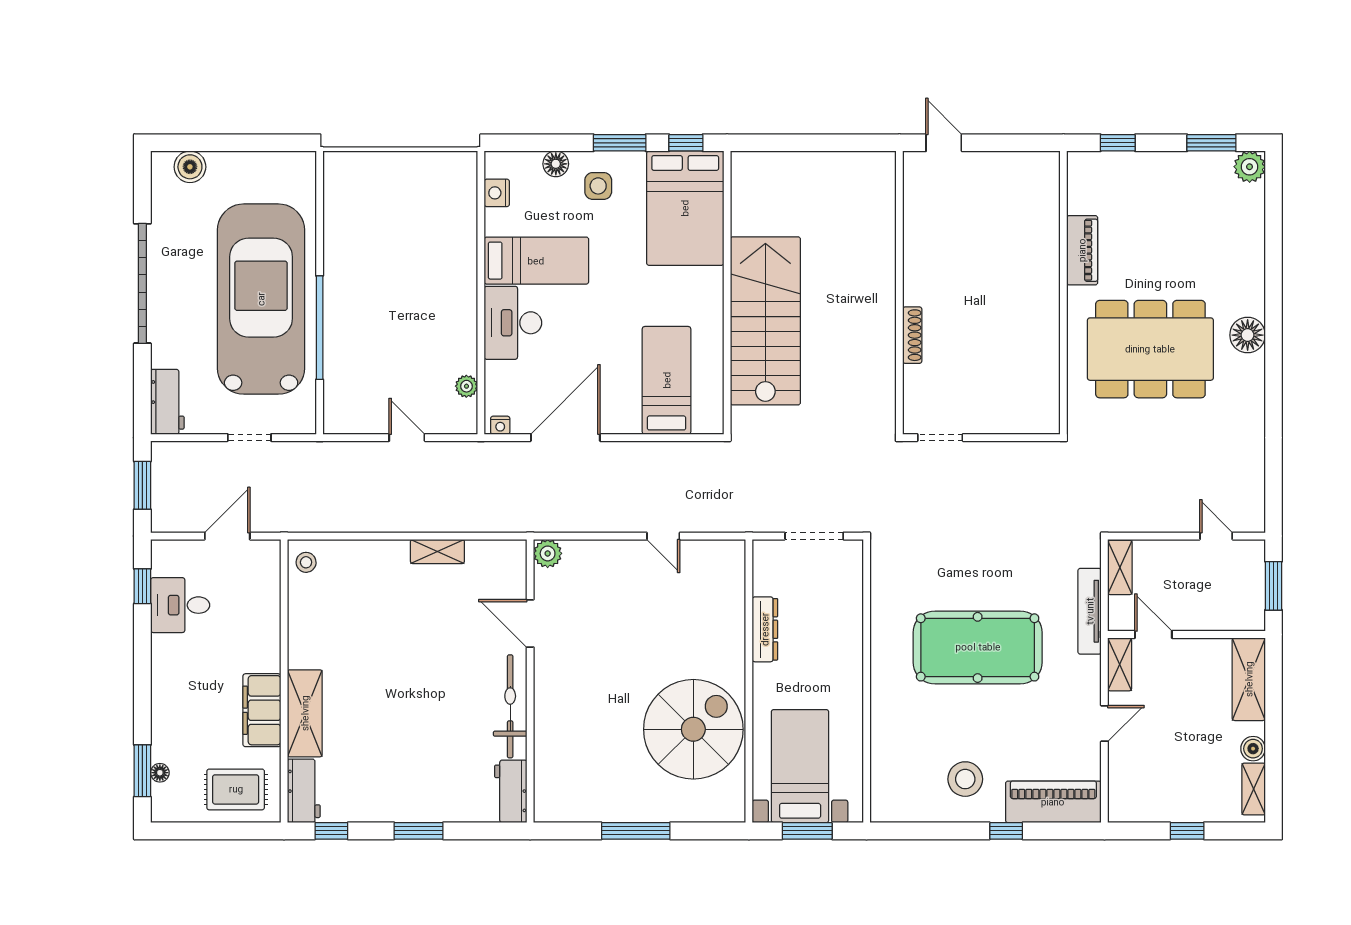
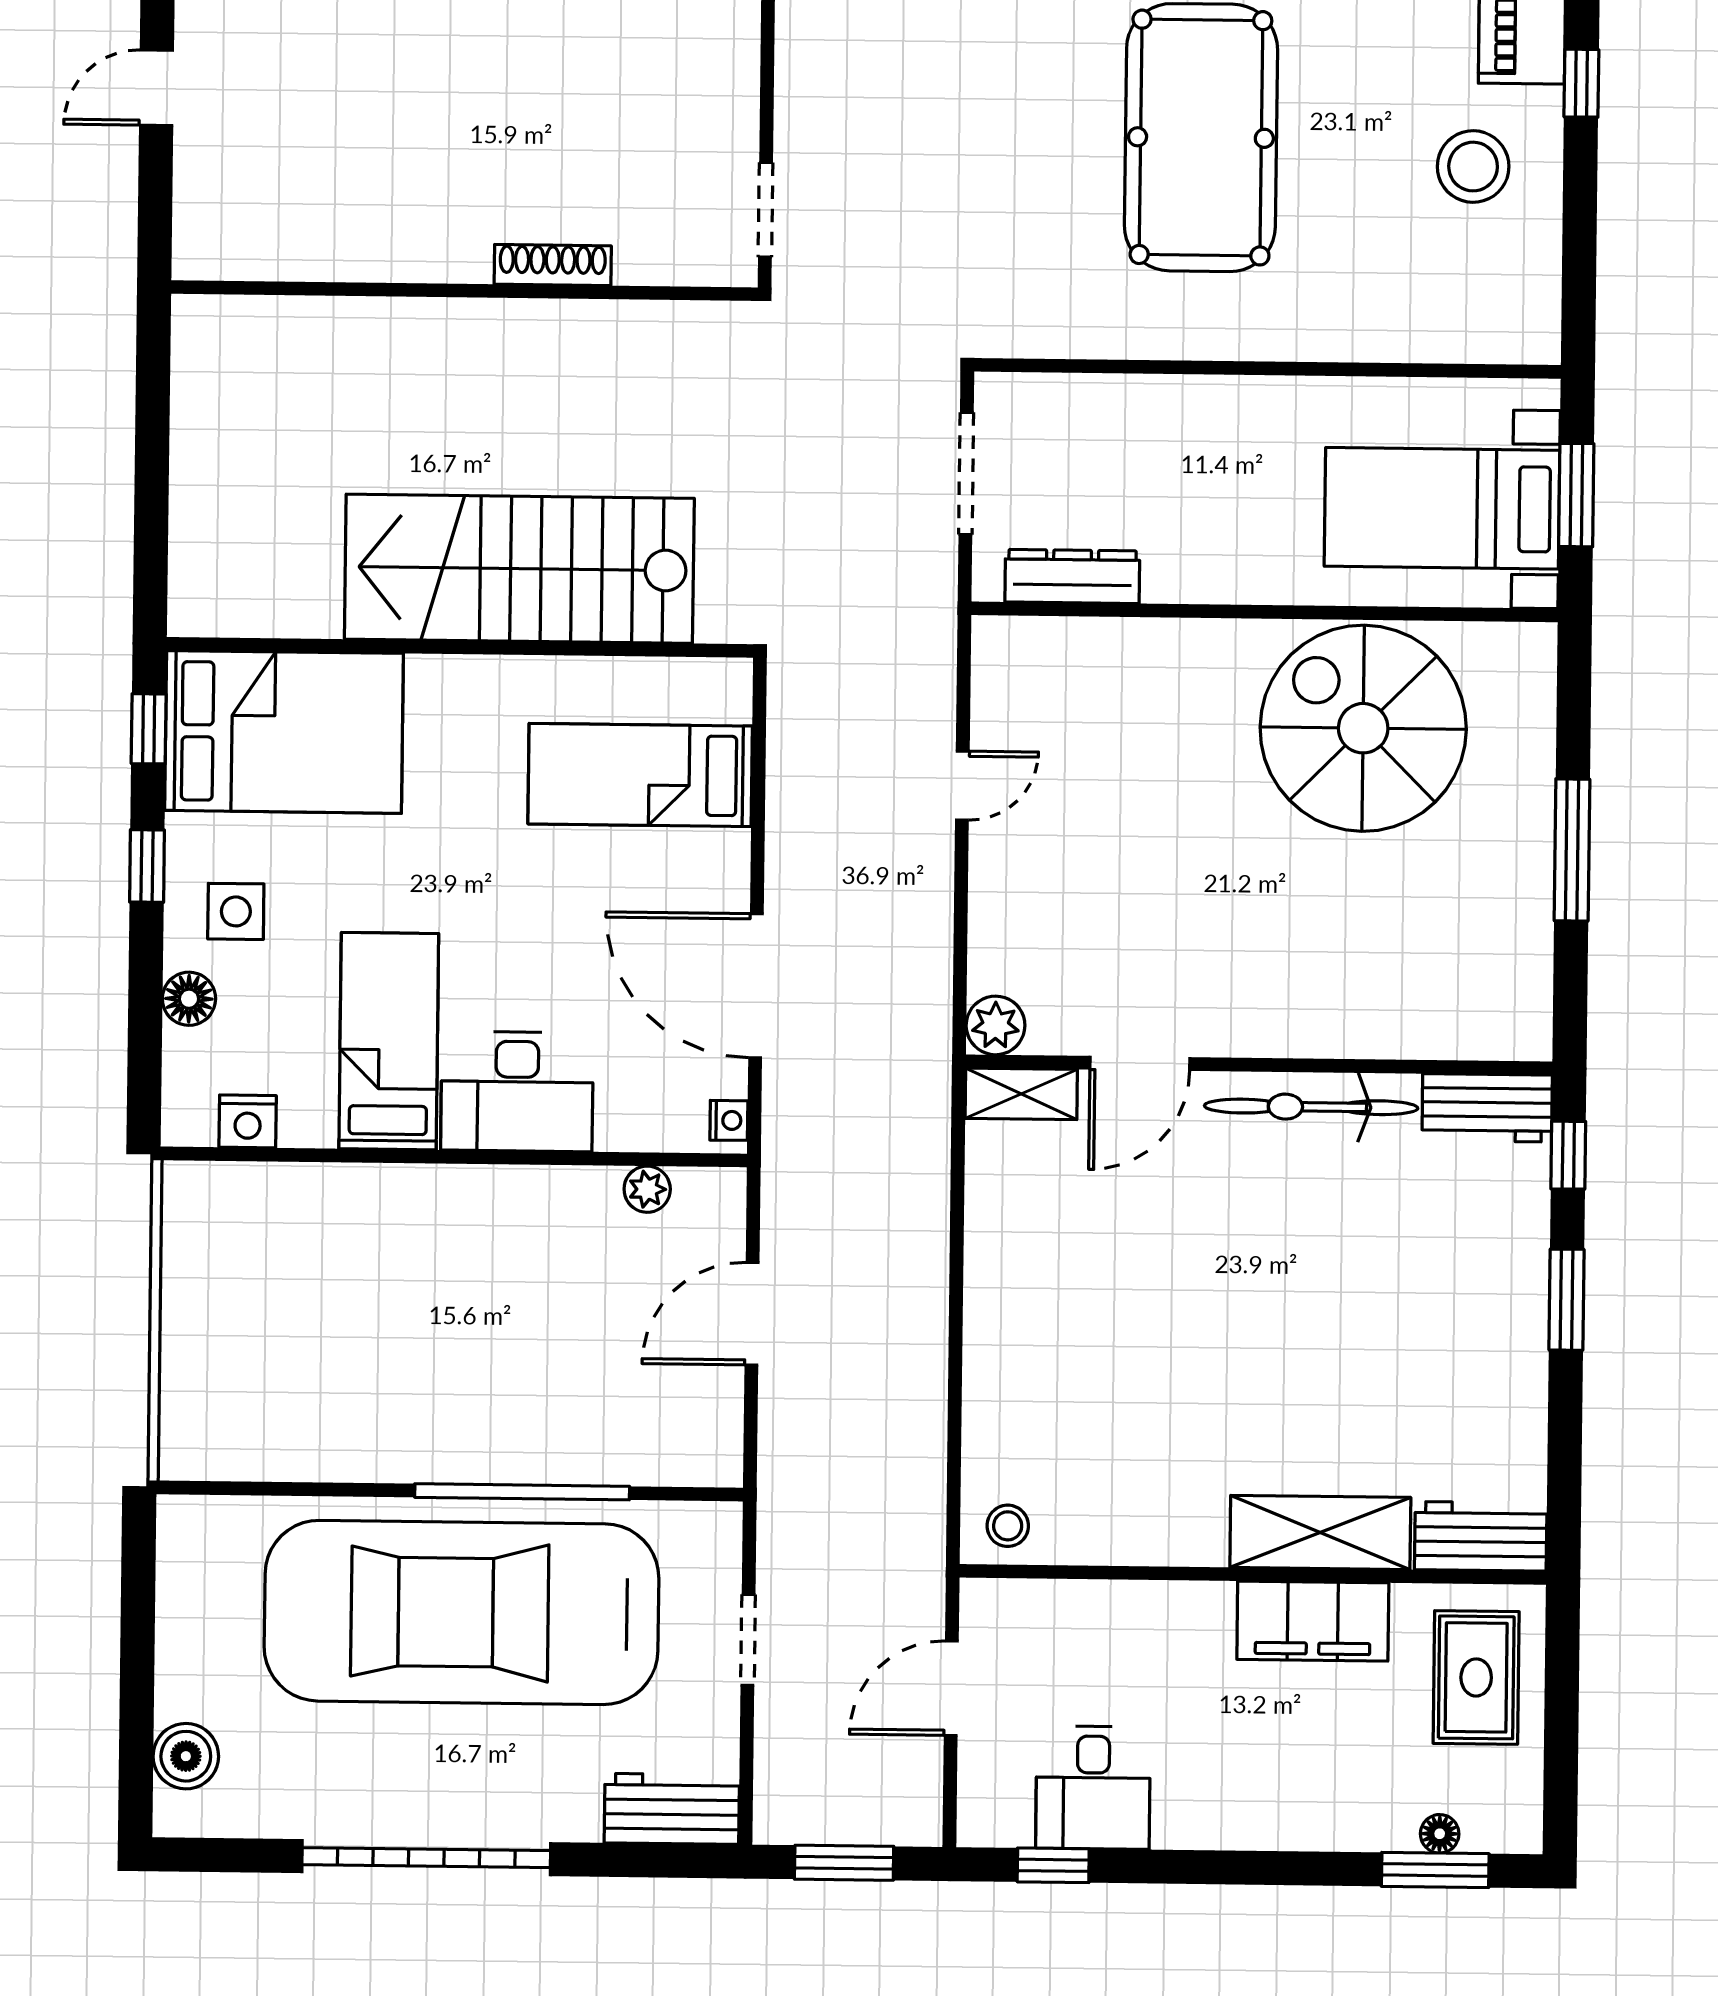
window: (620, 143) -> (147, 866), width x0.67
door: (944, 143) -> (156, 88), moved
door: (407, 438) -> (752, 1314), width x1.38
door: (227, 536) -> (951, 1688), hinge flipped
shelving: (437, 551) -> (1021, 1094), moved, turned 90
dresser: (765, 629) -> (1072, 576), moved
window: (331, 831) -> (1568, 1155), moved

